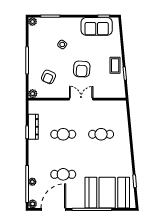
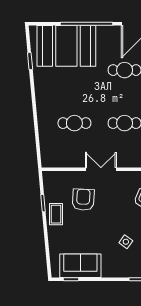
armchair: (82, 69) -> (83, 200), moved
double door: (81, 99) -> (101, 169), swing flipped

